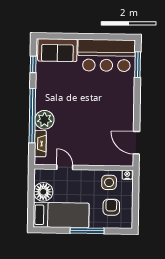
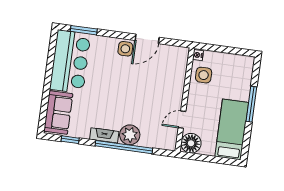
side table: (125, 106) -> (125, 49), added
door: (136, 143) -> (147, 39), moved
fireplace: (40, 144) -> (104, 135), moved
floor lamp: (43, 192) -> (191, 143), moved
armchair: (111, 207) -> (230, 76), removed

